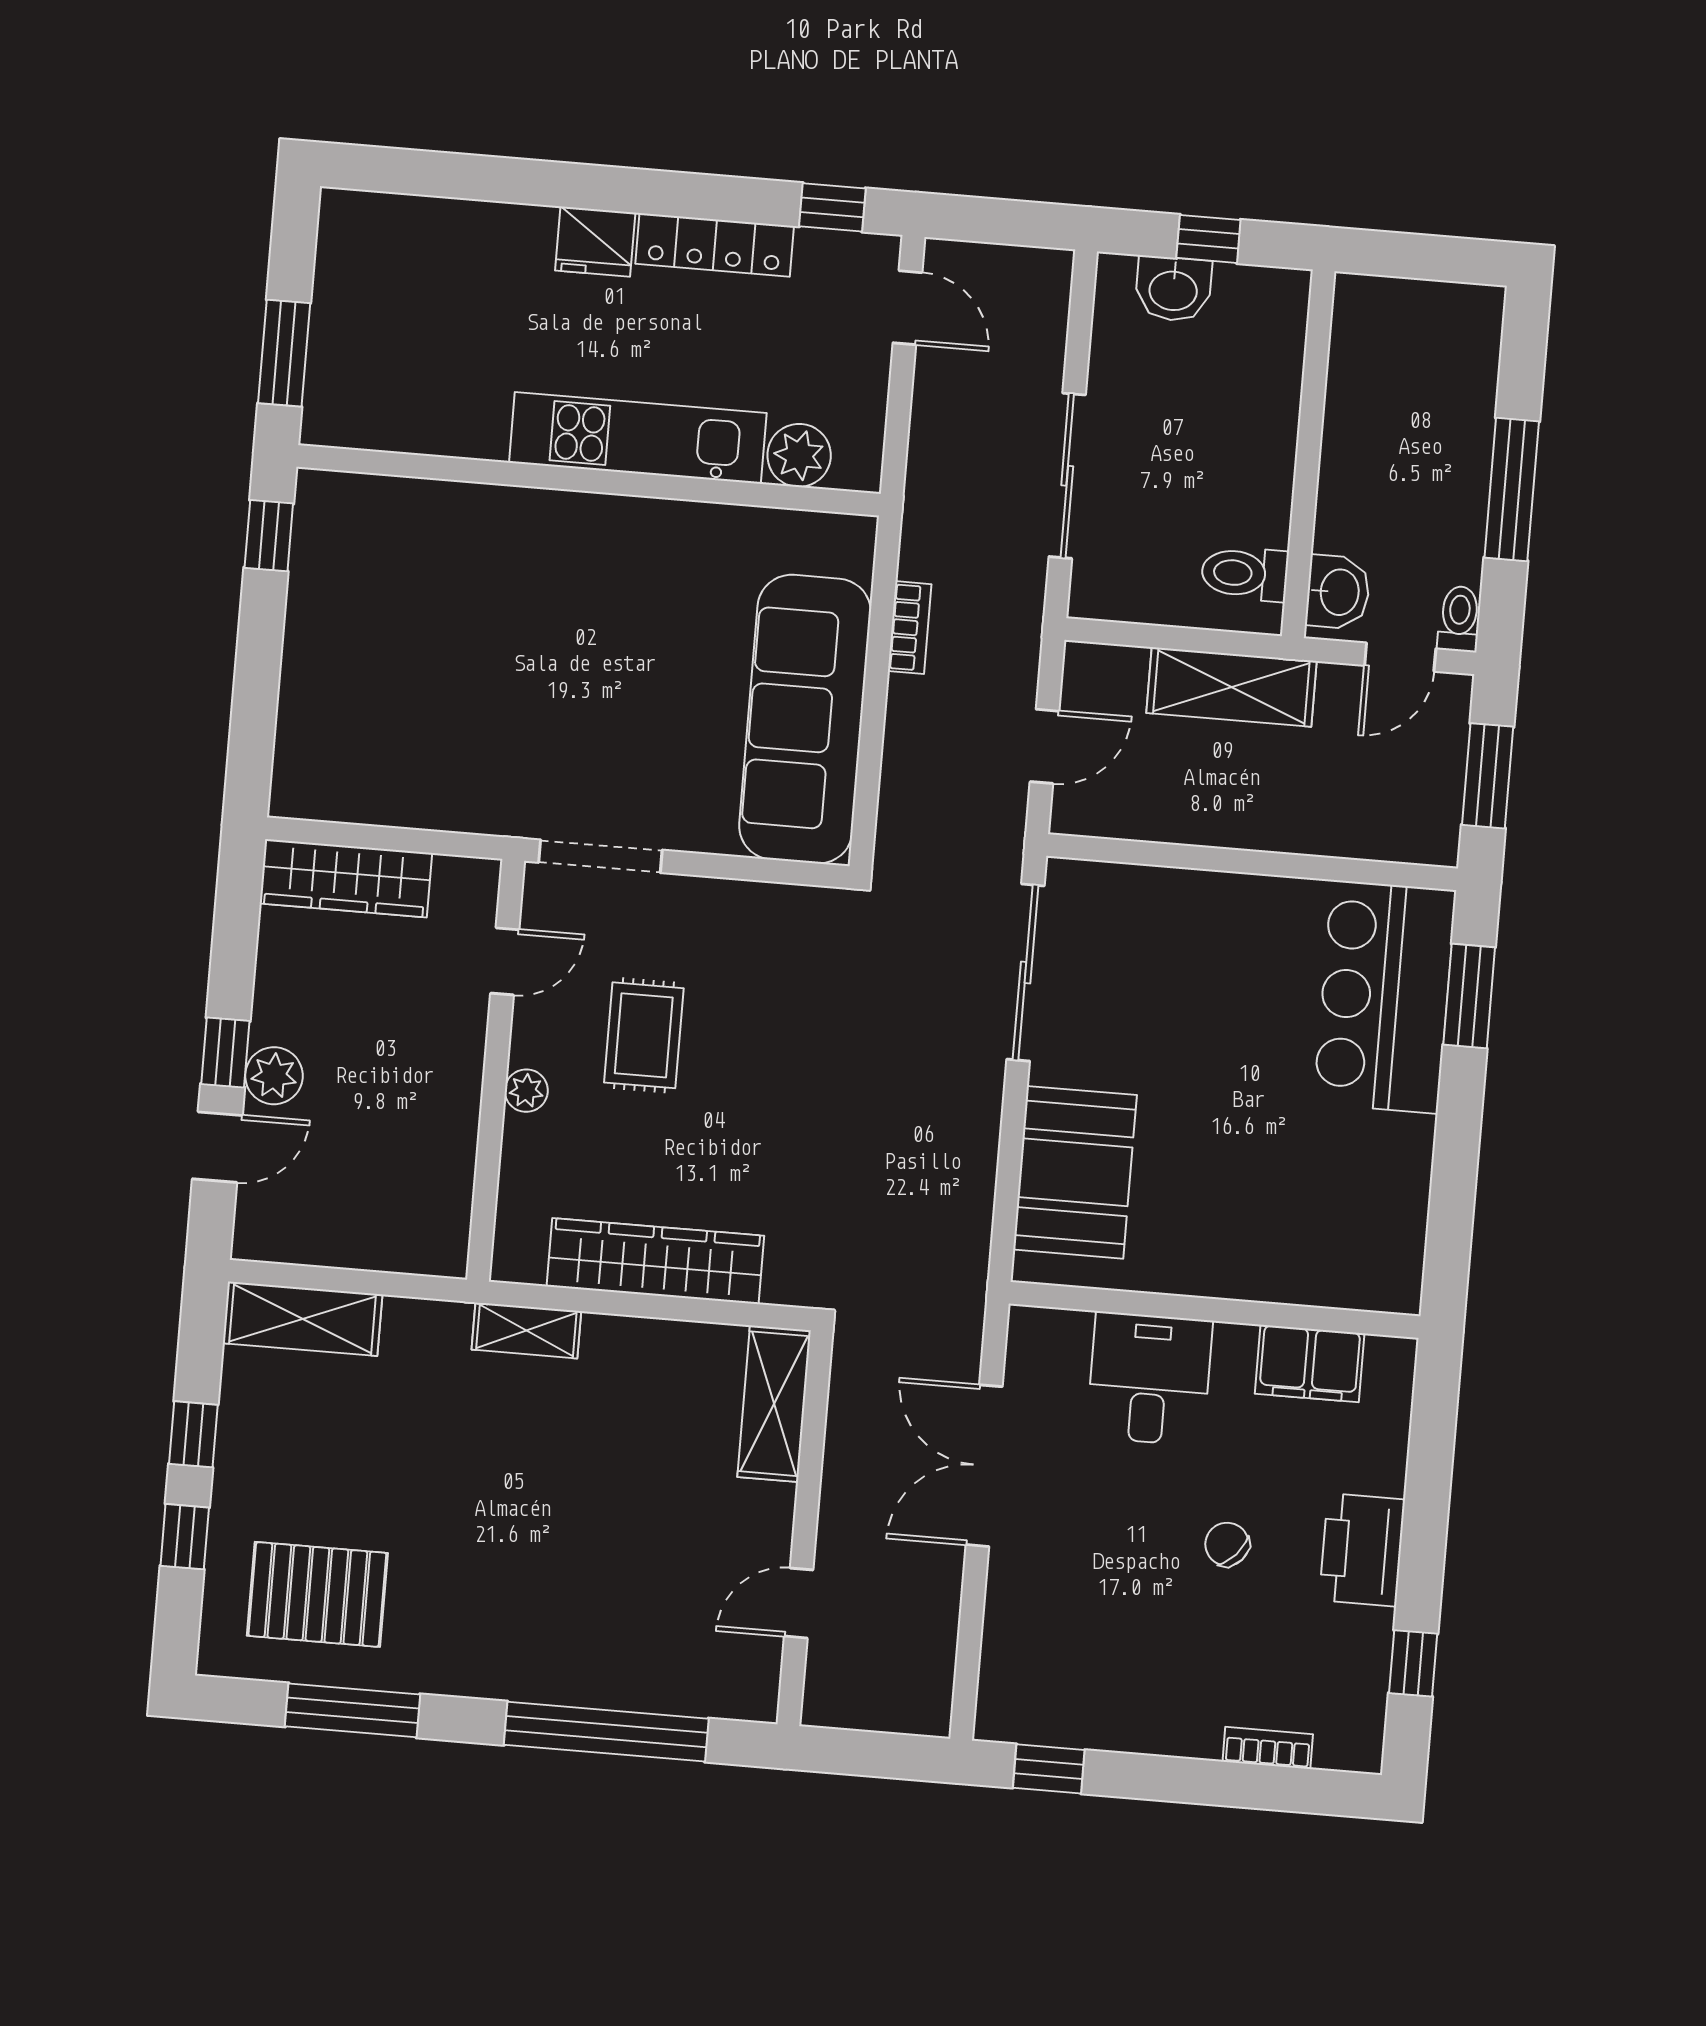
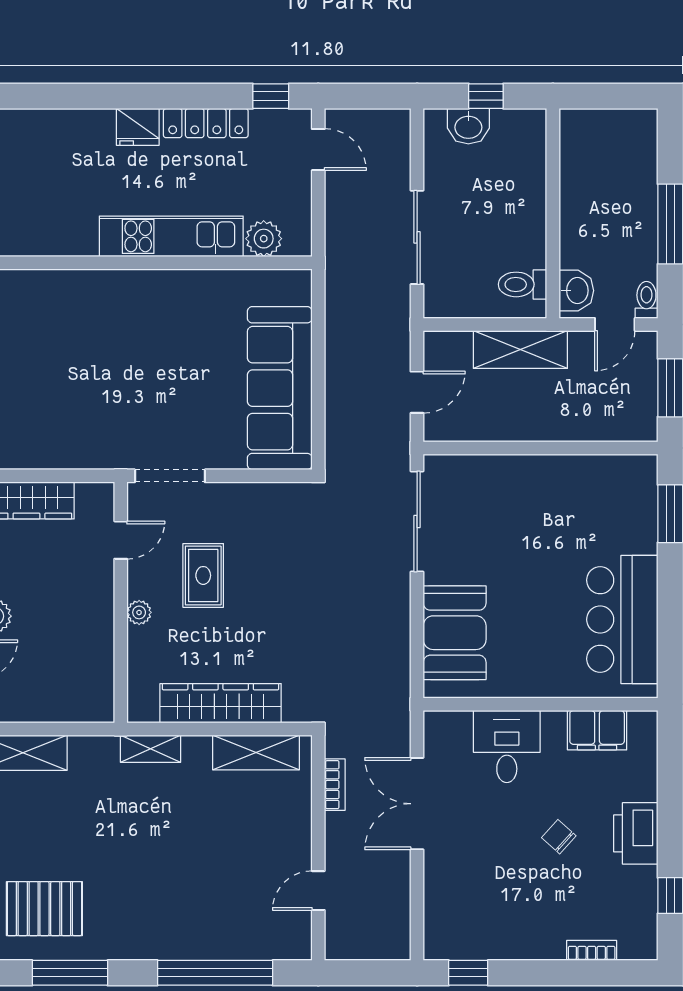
bookcase: (910, 628) -> (335, 785), moved
bar counter: (1385, 997) -> (622, 620), moved
shelving: (774, 1404) -> (256, 752), moved, turned 90

